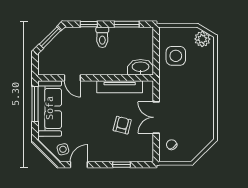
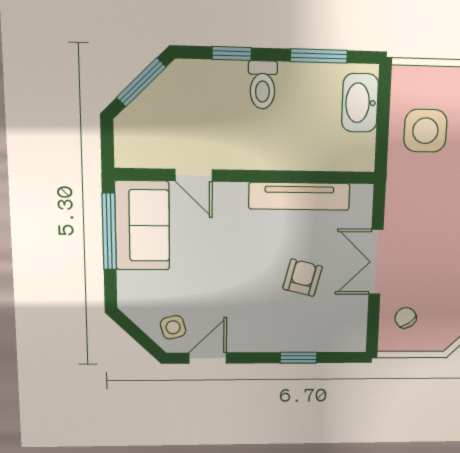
washbasin: (141, 67) -> (360, 103), moved, turned -90
sofa: (50, 108) -> (142, 226), width x0.73

